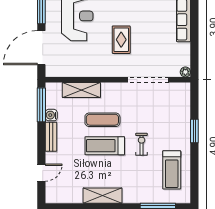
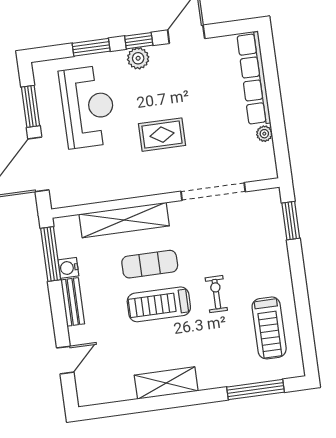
rug: (121, 40) -> (162, 135), turned 90
plant: (185, 72) -> (264, 134), moved
shelving: (81, 90) -> (124, 220), width x1.47
window: (194, 131) -> (291, 221), moved

